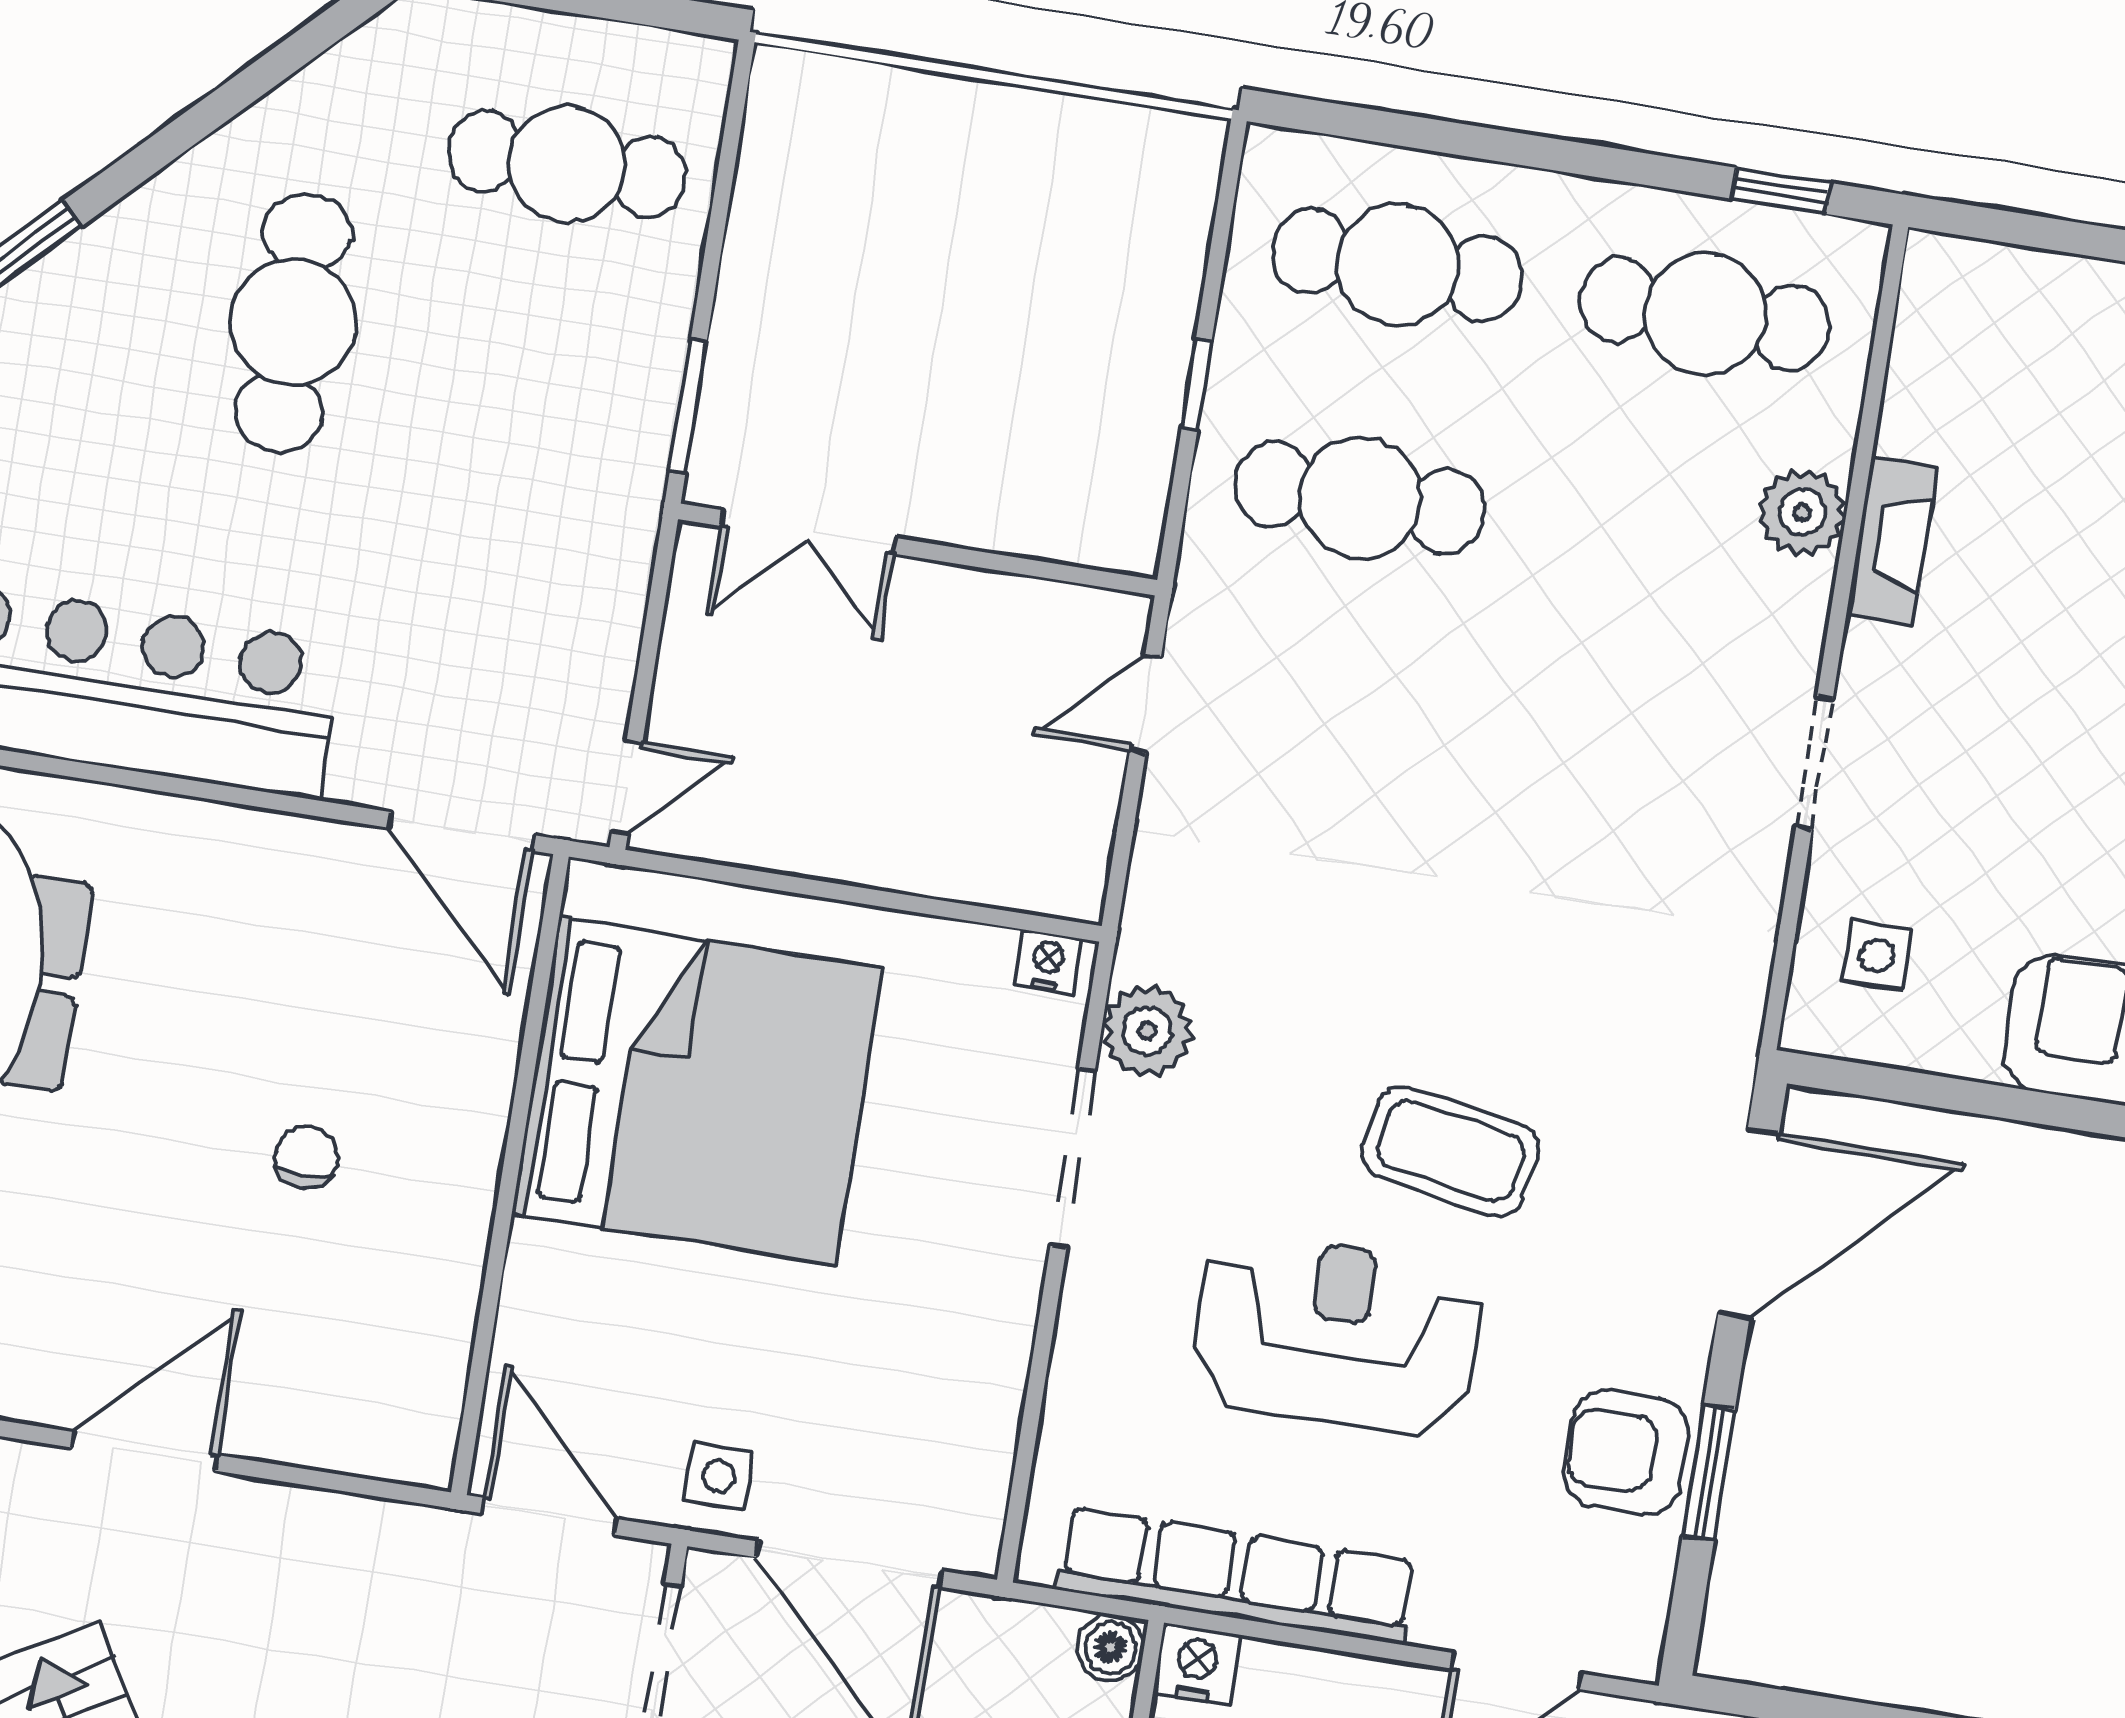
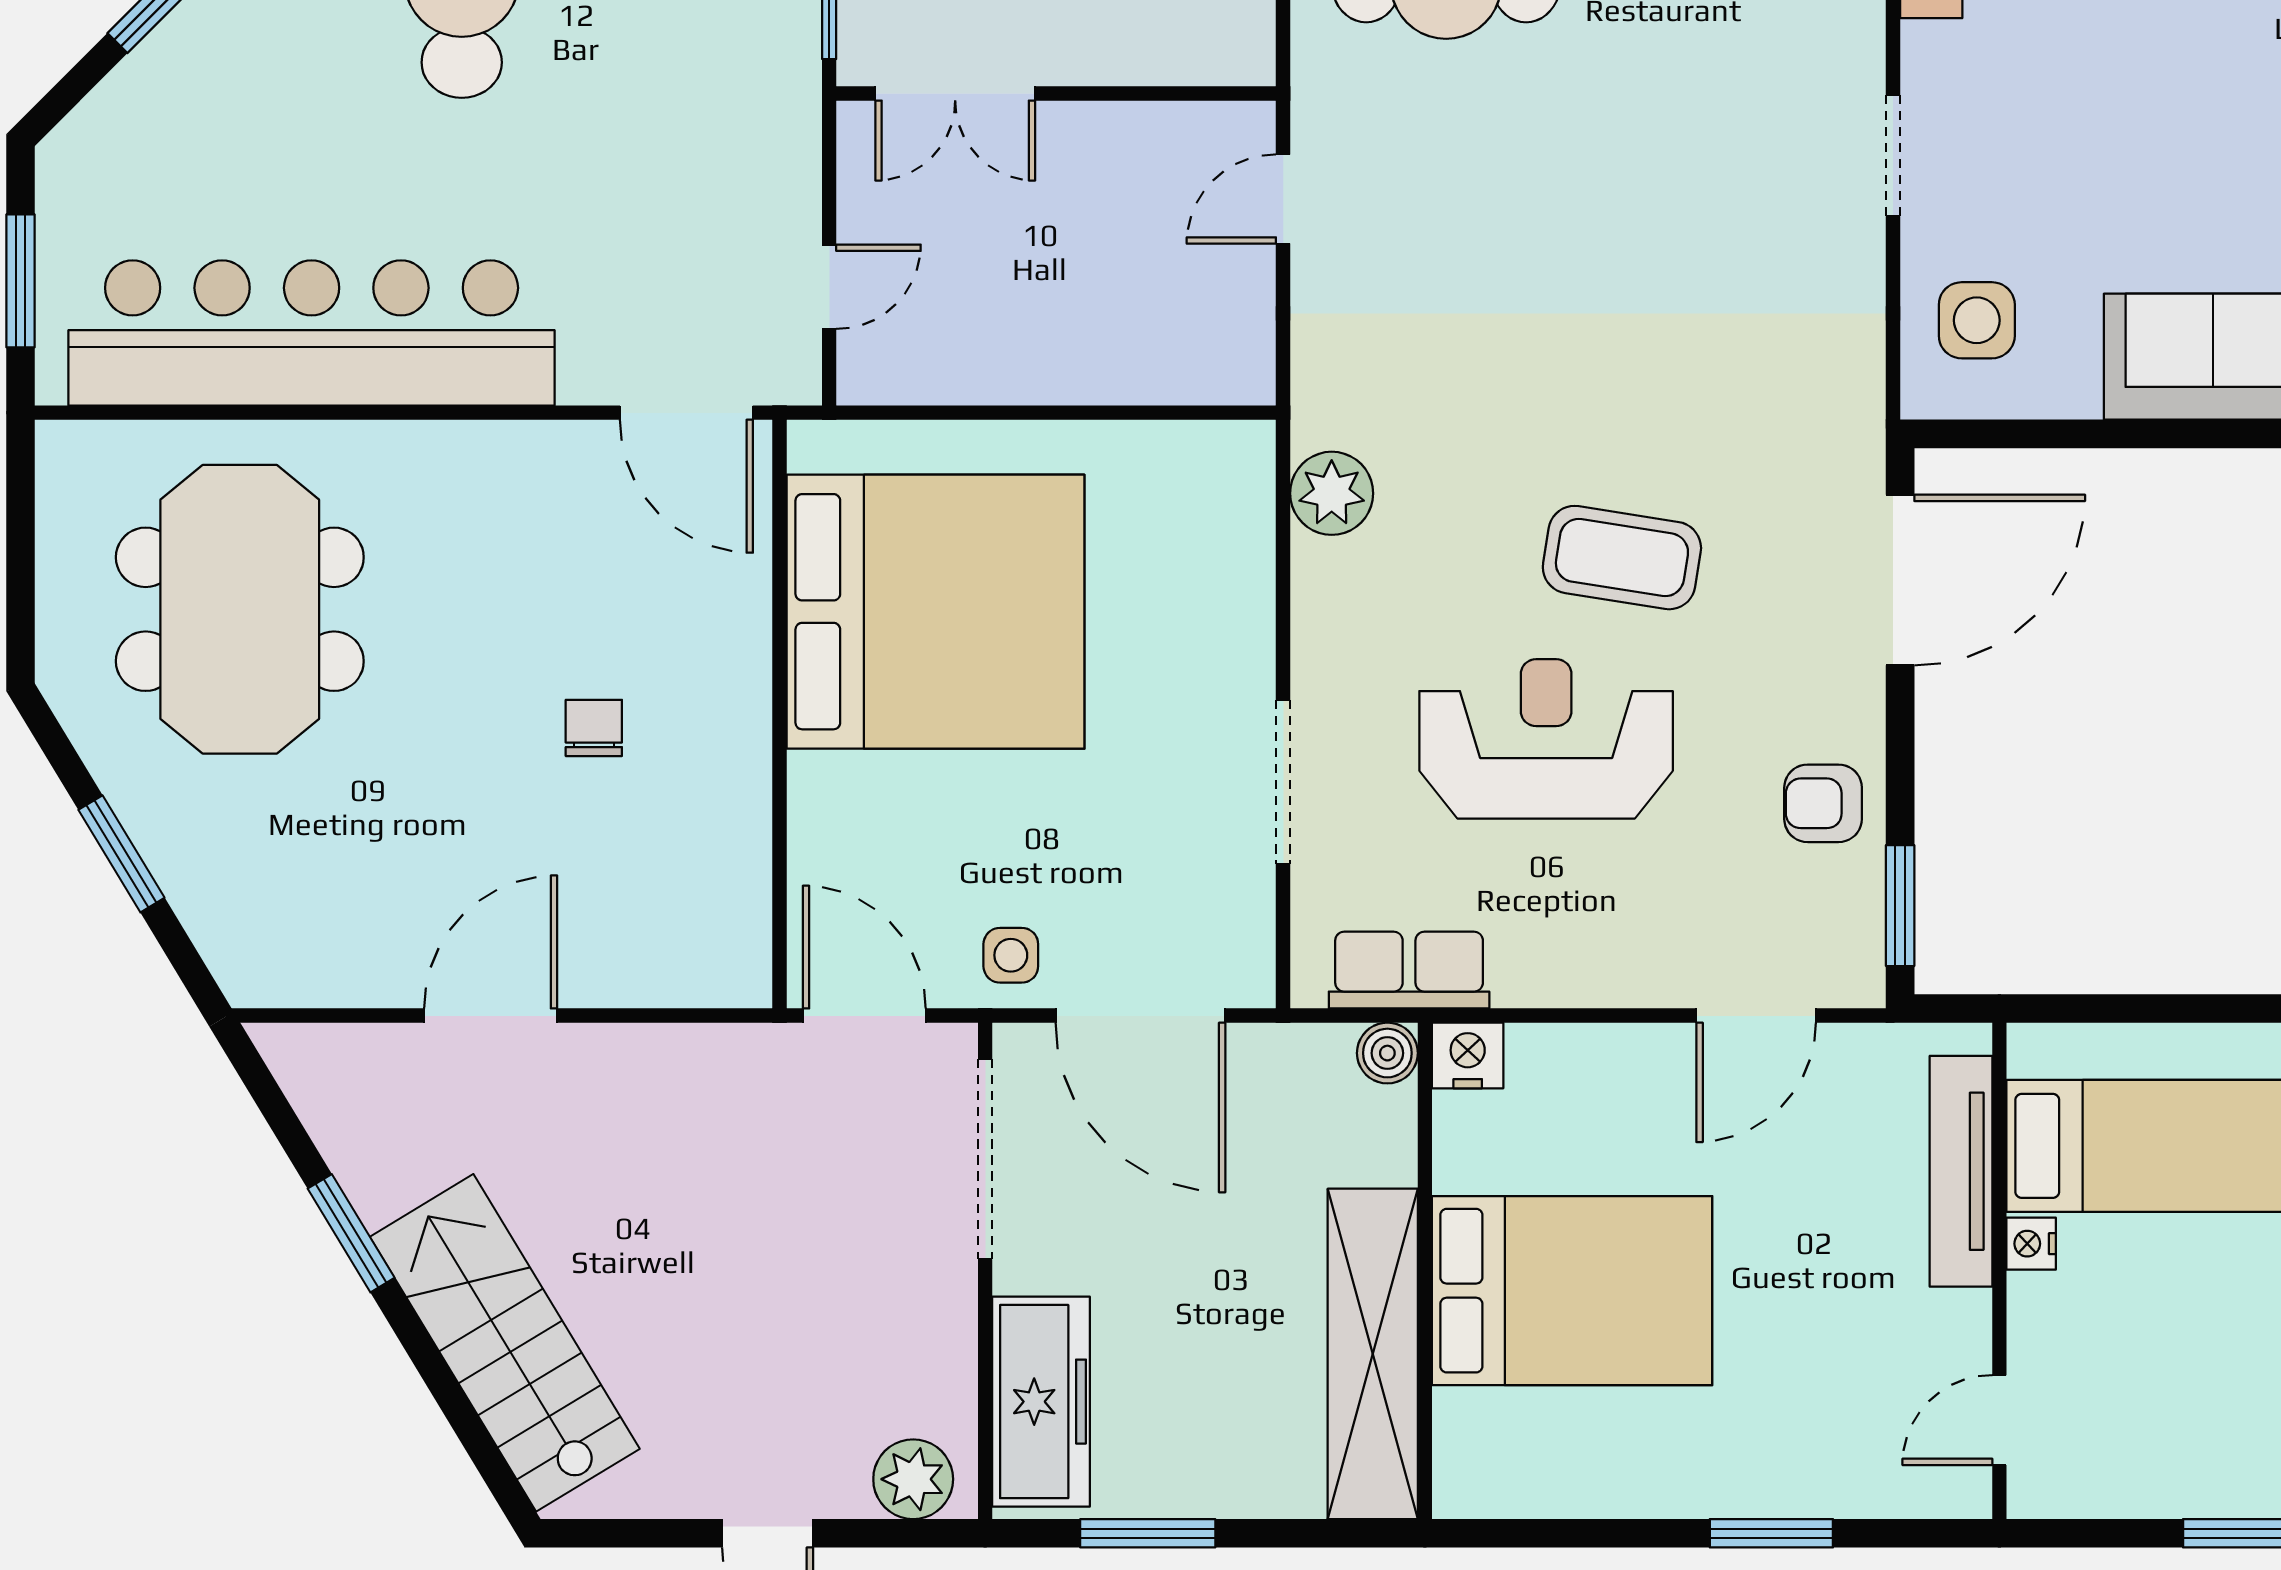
door: (627, 787) -> (829, 287), moved
side table: (1877, 955) -> (1977, 320), width x1.37, depth x1.37
nightstand: (1048, 962) -> (1232, 445), removed
doorway: (1073, 1158) -> (1283, 782), moved
armchair: (1626, 1453) -> (1823, 803), width x0.72, depth x0.72
window: (1709, 1473) -> (1900, 906), moved
row of seats: (1237, 1576) -> (1409, 970), width x0.50

